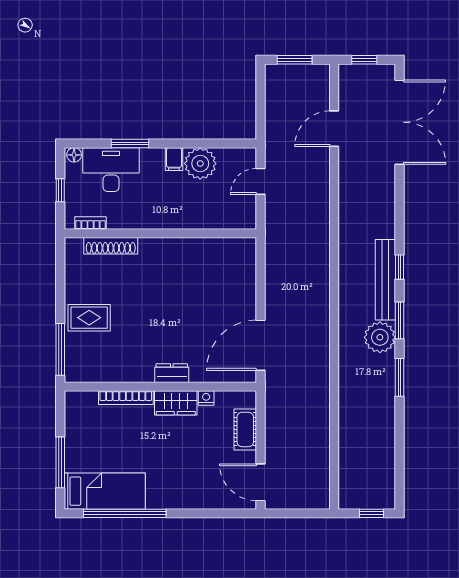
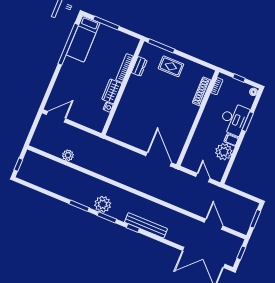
desk: (111, 170) -> (234, 119), moved
bench: (385, 280) -> (146, 225), moved
rug: (89, 318) -> (171, 66), turned 90
door: (261, 345) -> (159, 159), moved
dresser: (172, 373) -> (139, 66), moved
cot: (245, 429) -> (85, 120), removed
plant: (319, 433) -> (68, 155), added

